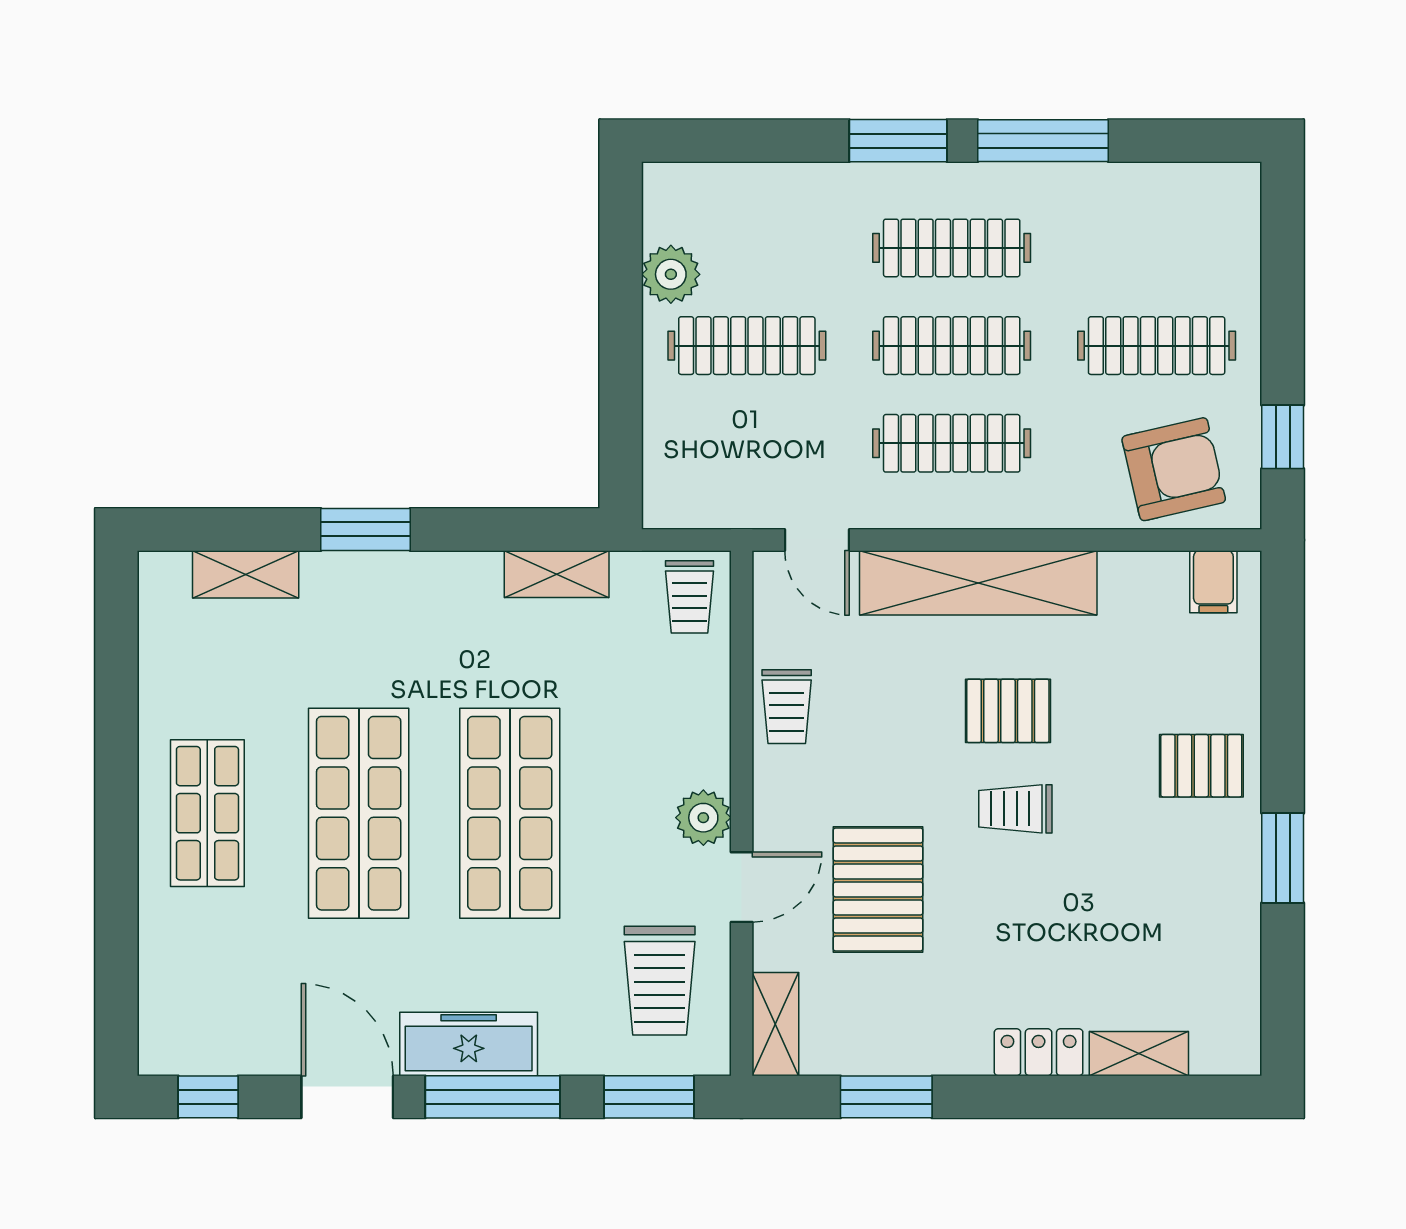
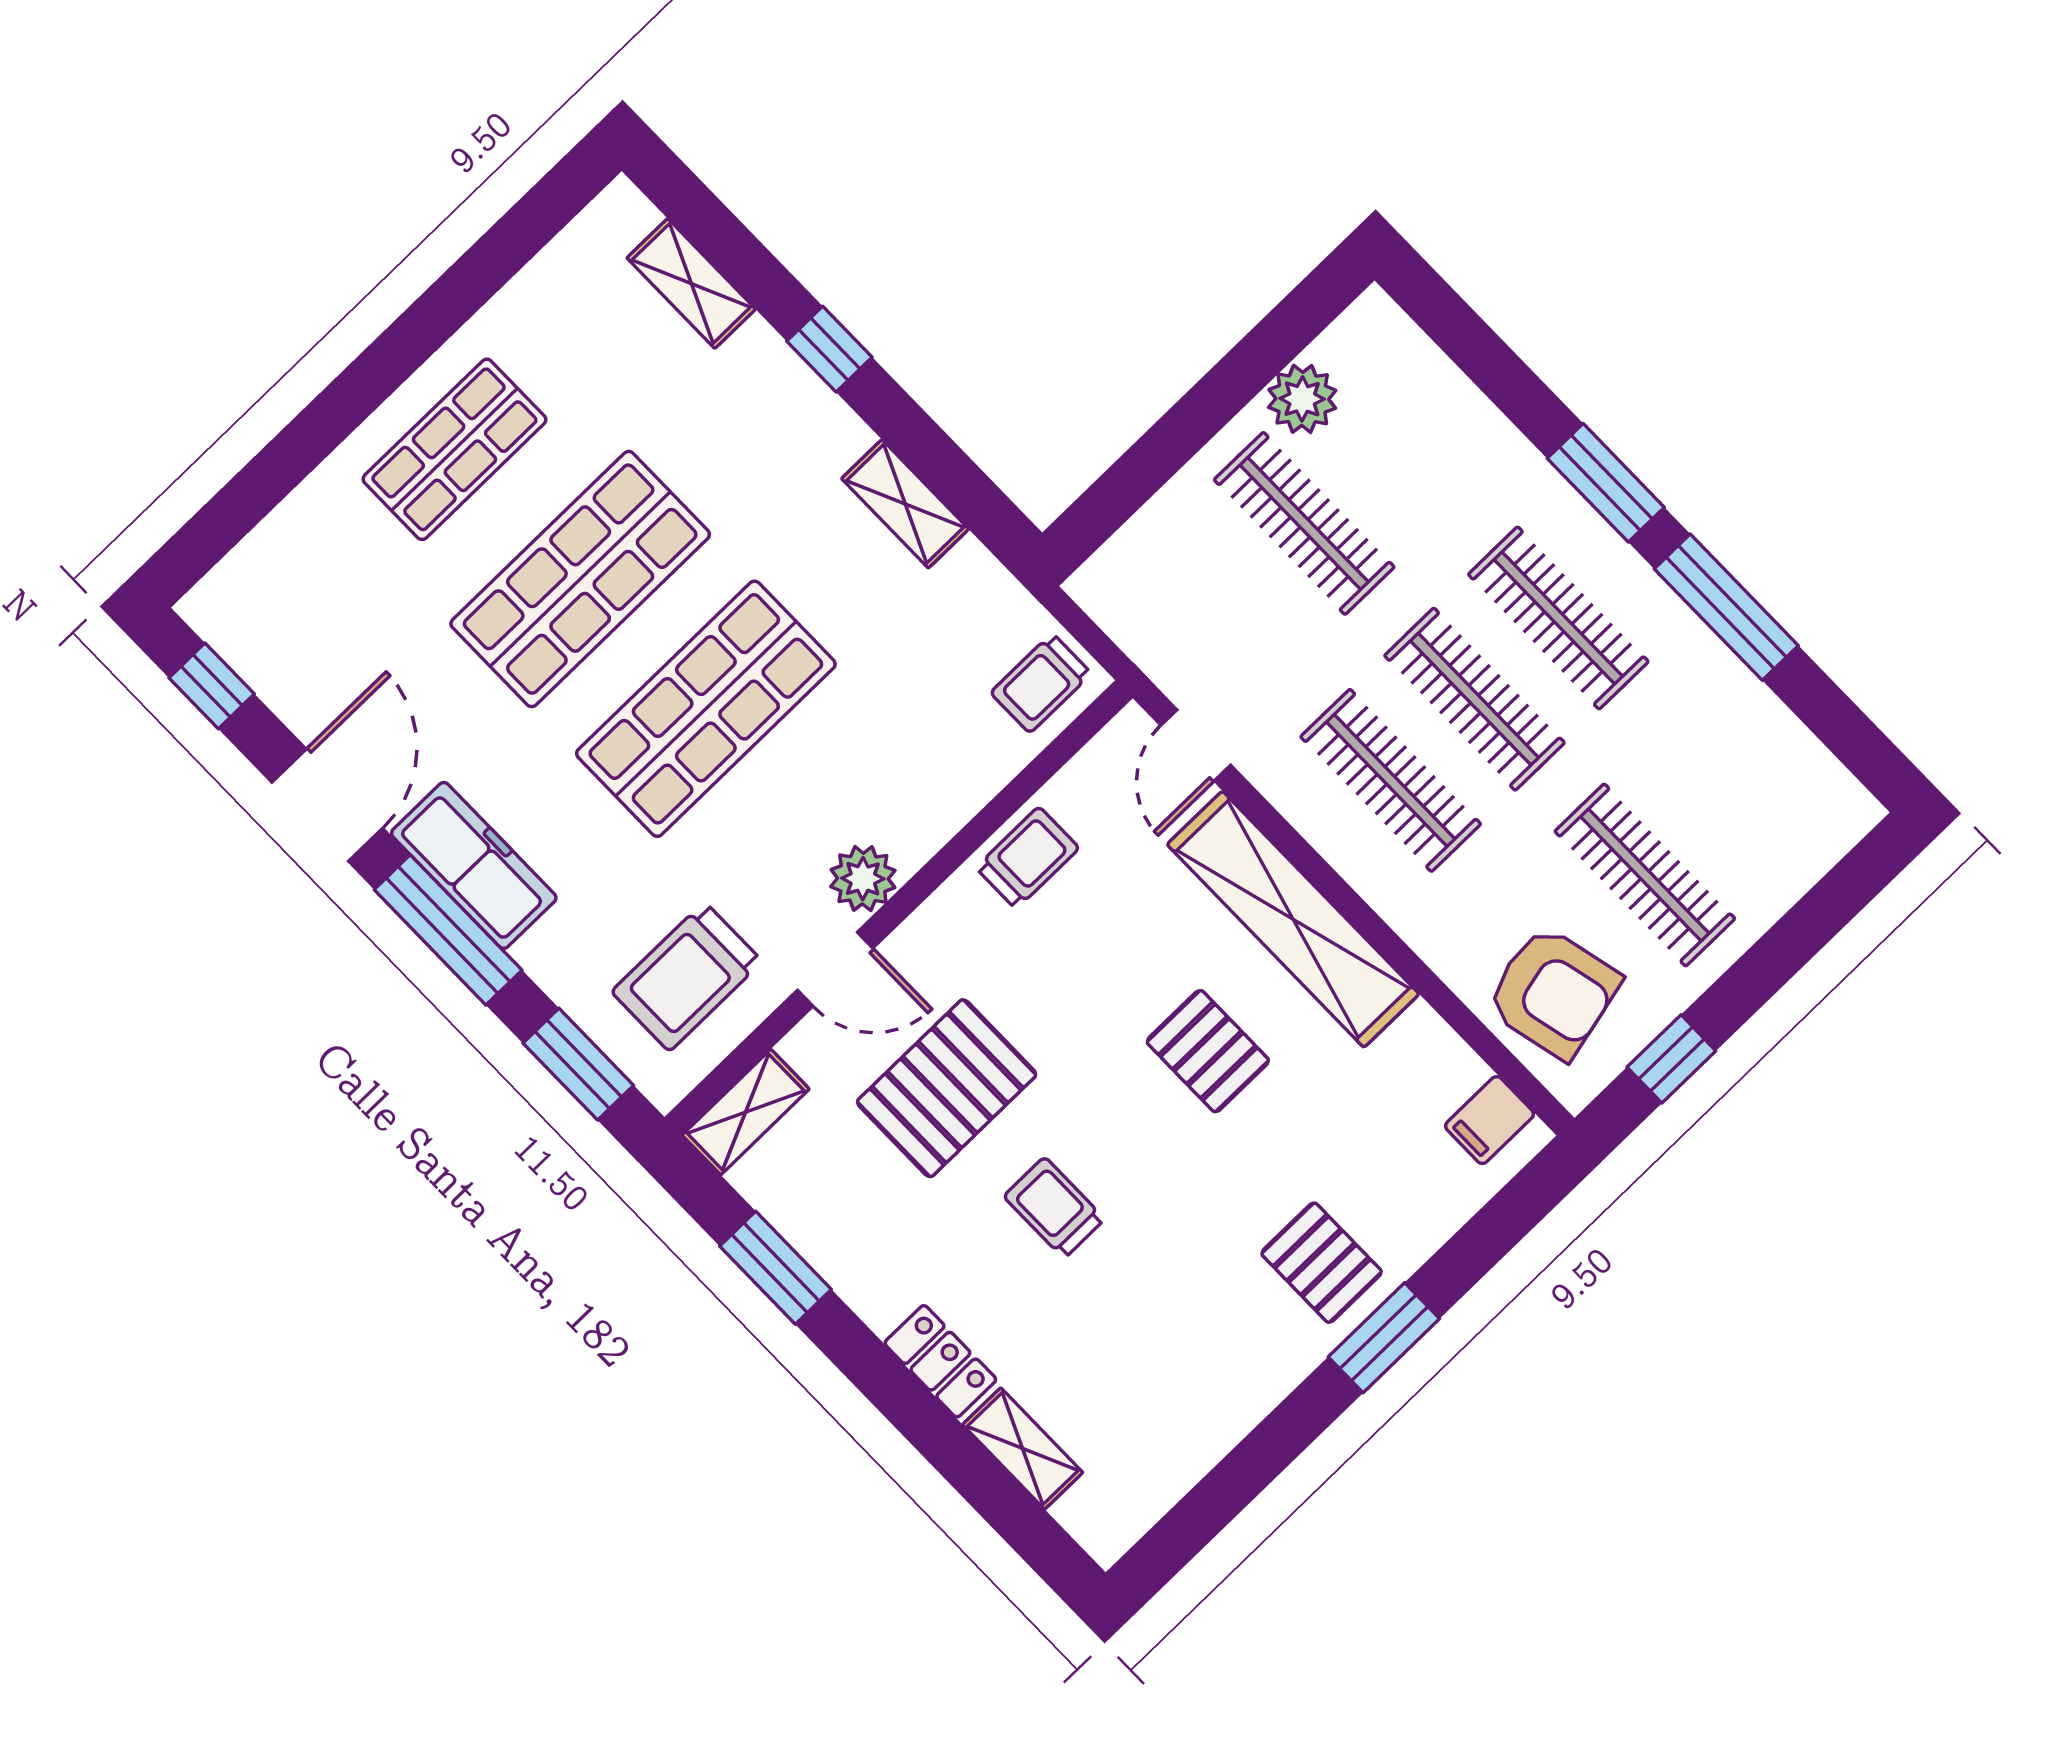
window: (366, 529) -> (829, 349), width x0.67
shelving: (557, 574) -> (905, 504), moved
trolley: (787, 707) -> (1027, 858), turned 180
trolley: (1015, 809) -> (1054, 1208), moved
window: (1283, 858) -> (1384, 1338), moved

